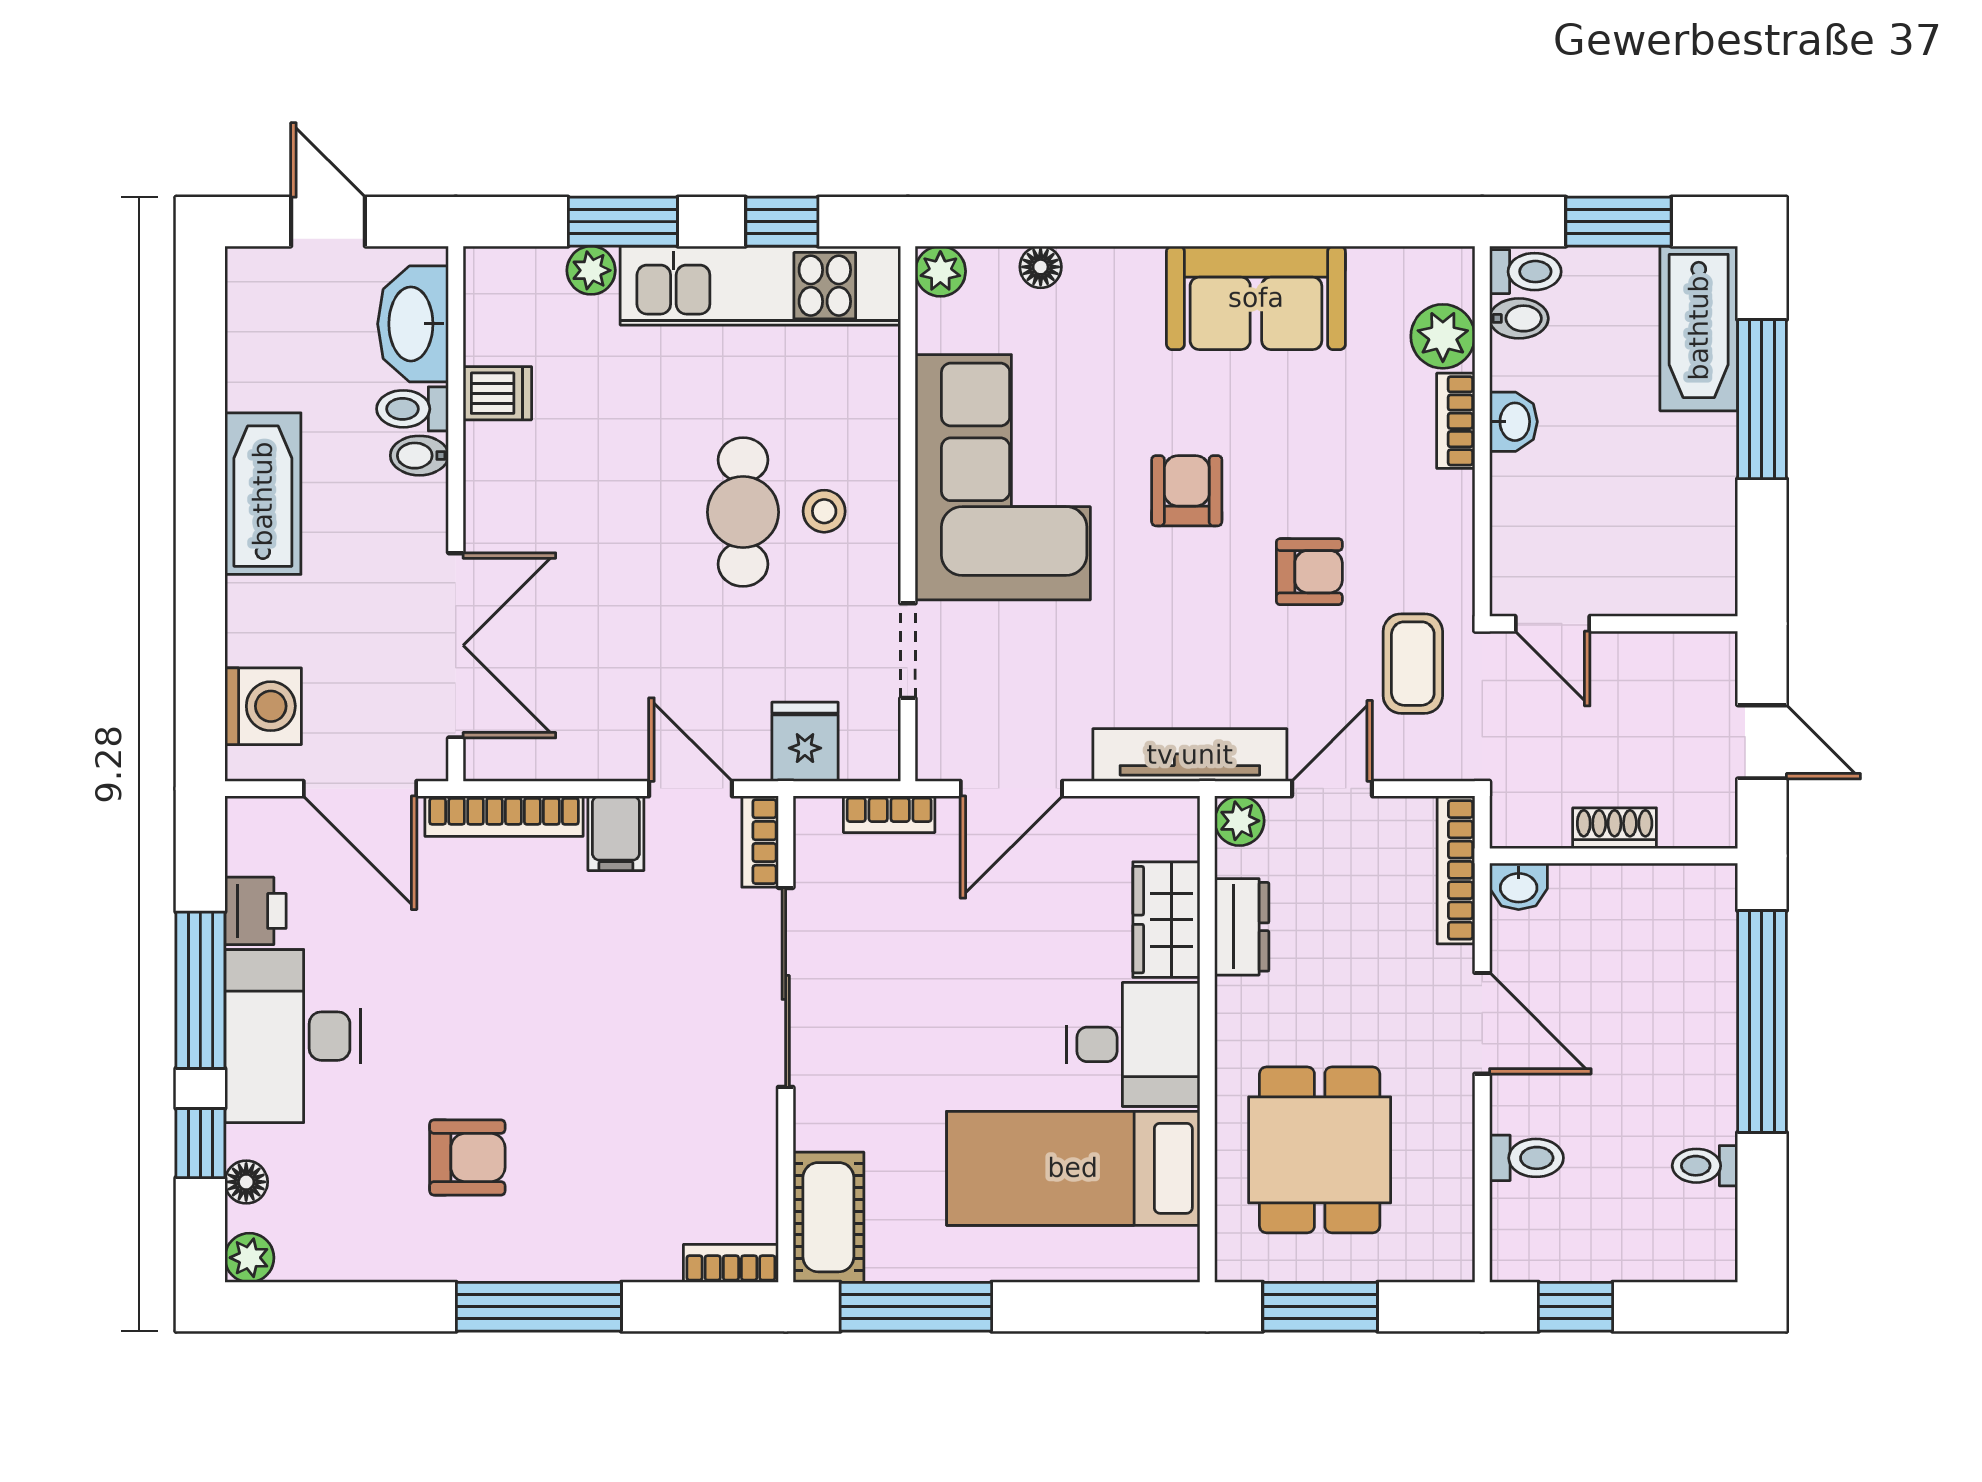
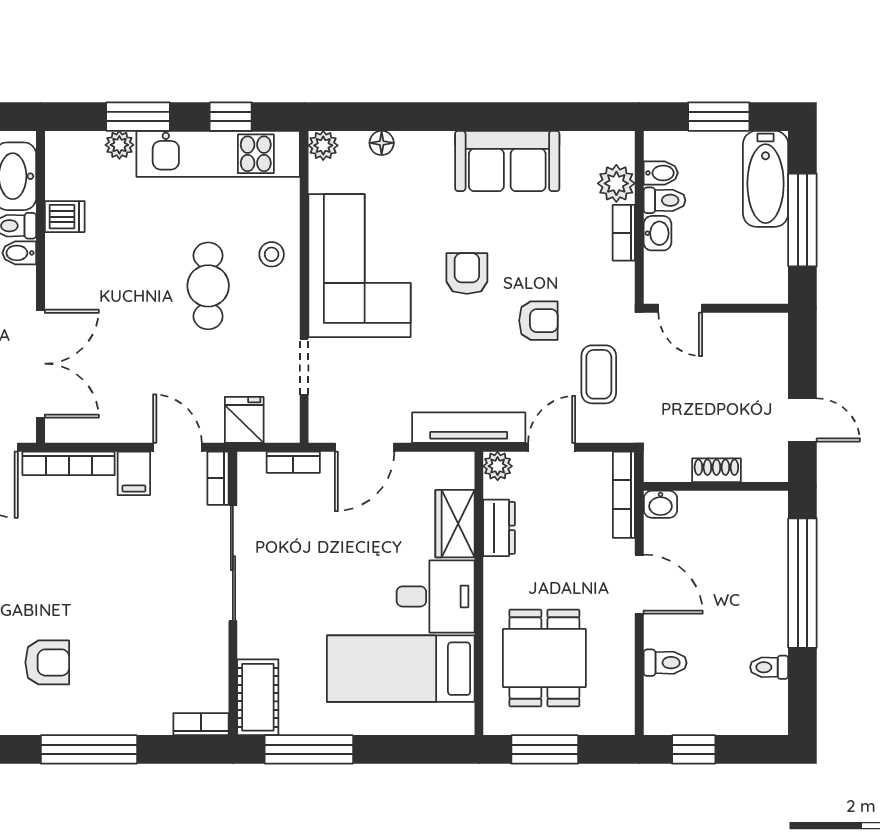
toilet: (1525, 272) -> (664, 200), moved
stool: (824, 511) -> (272, 254), moved
door: (1553, 624) -> (680, 308), moved
wall: (1614, 624) -> (716, 308), moved

